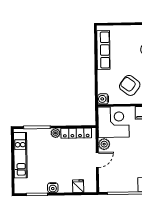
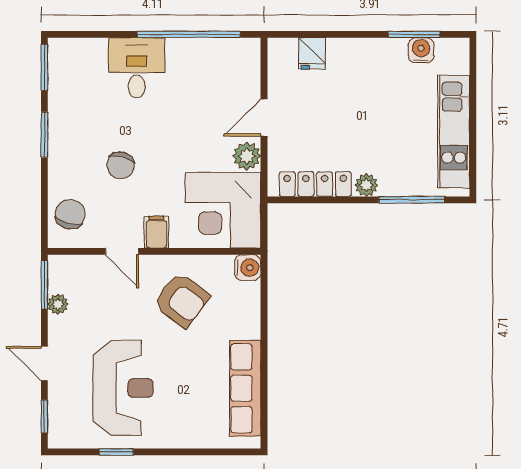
water cooler: (53, 188) -> (421, 50), moved

